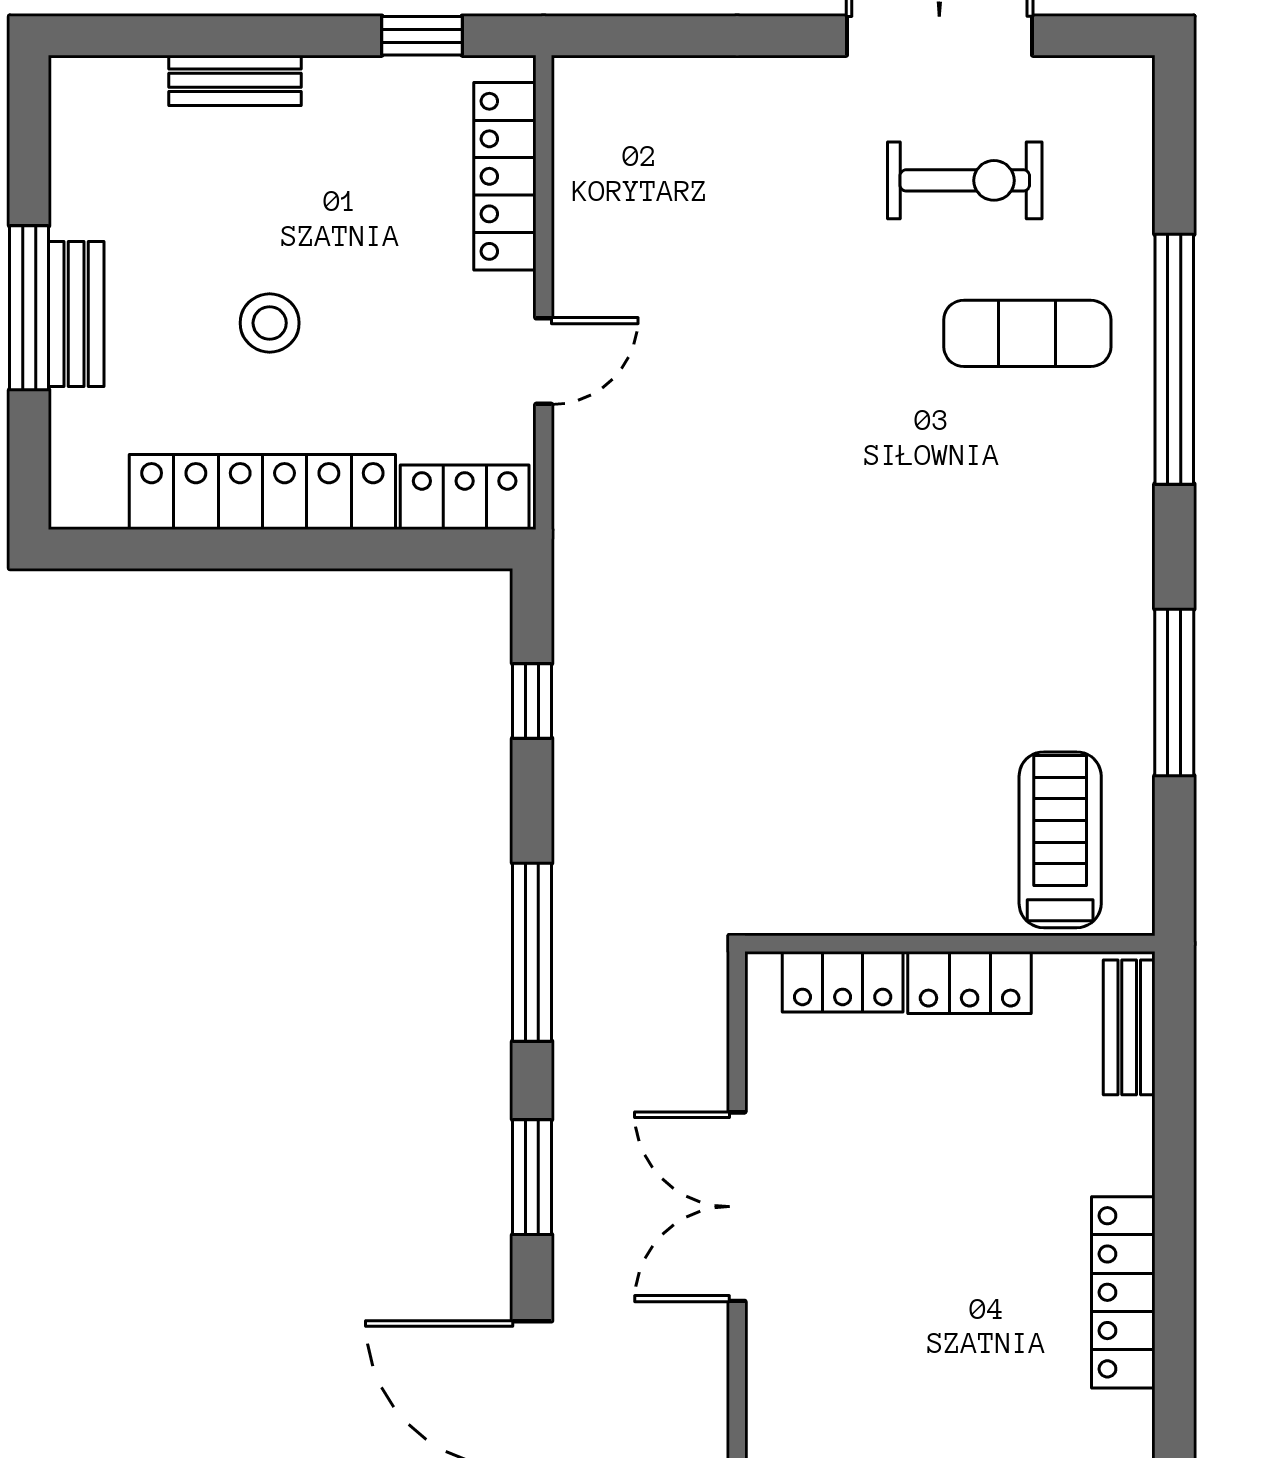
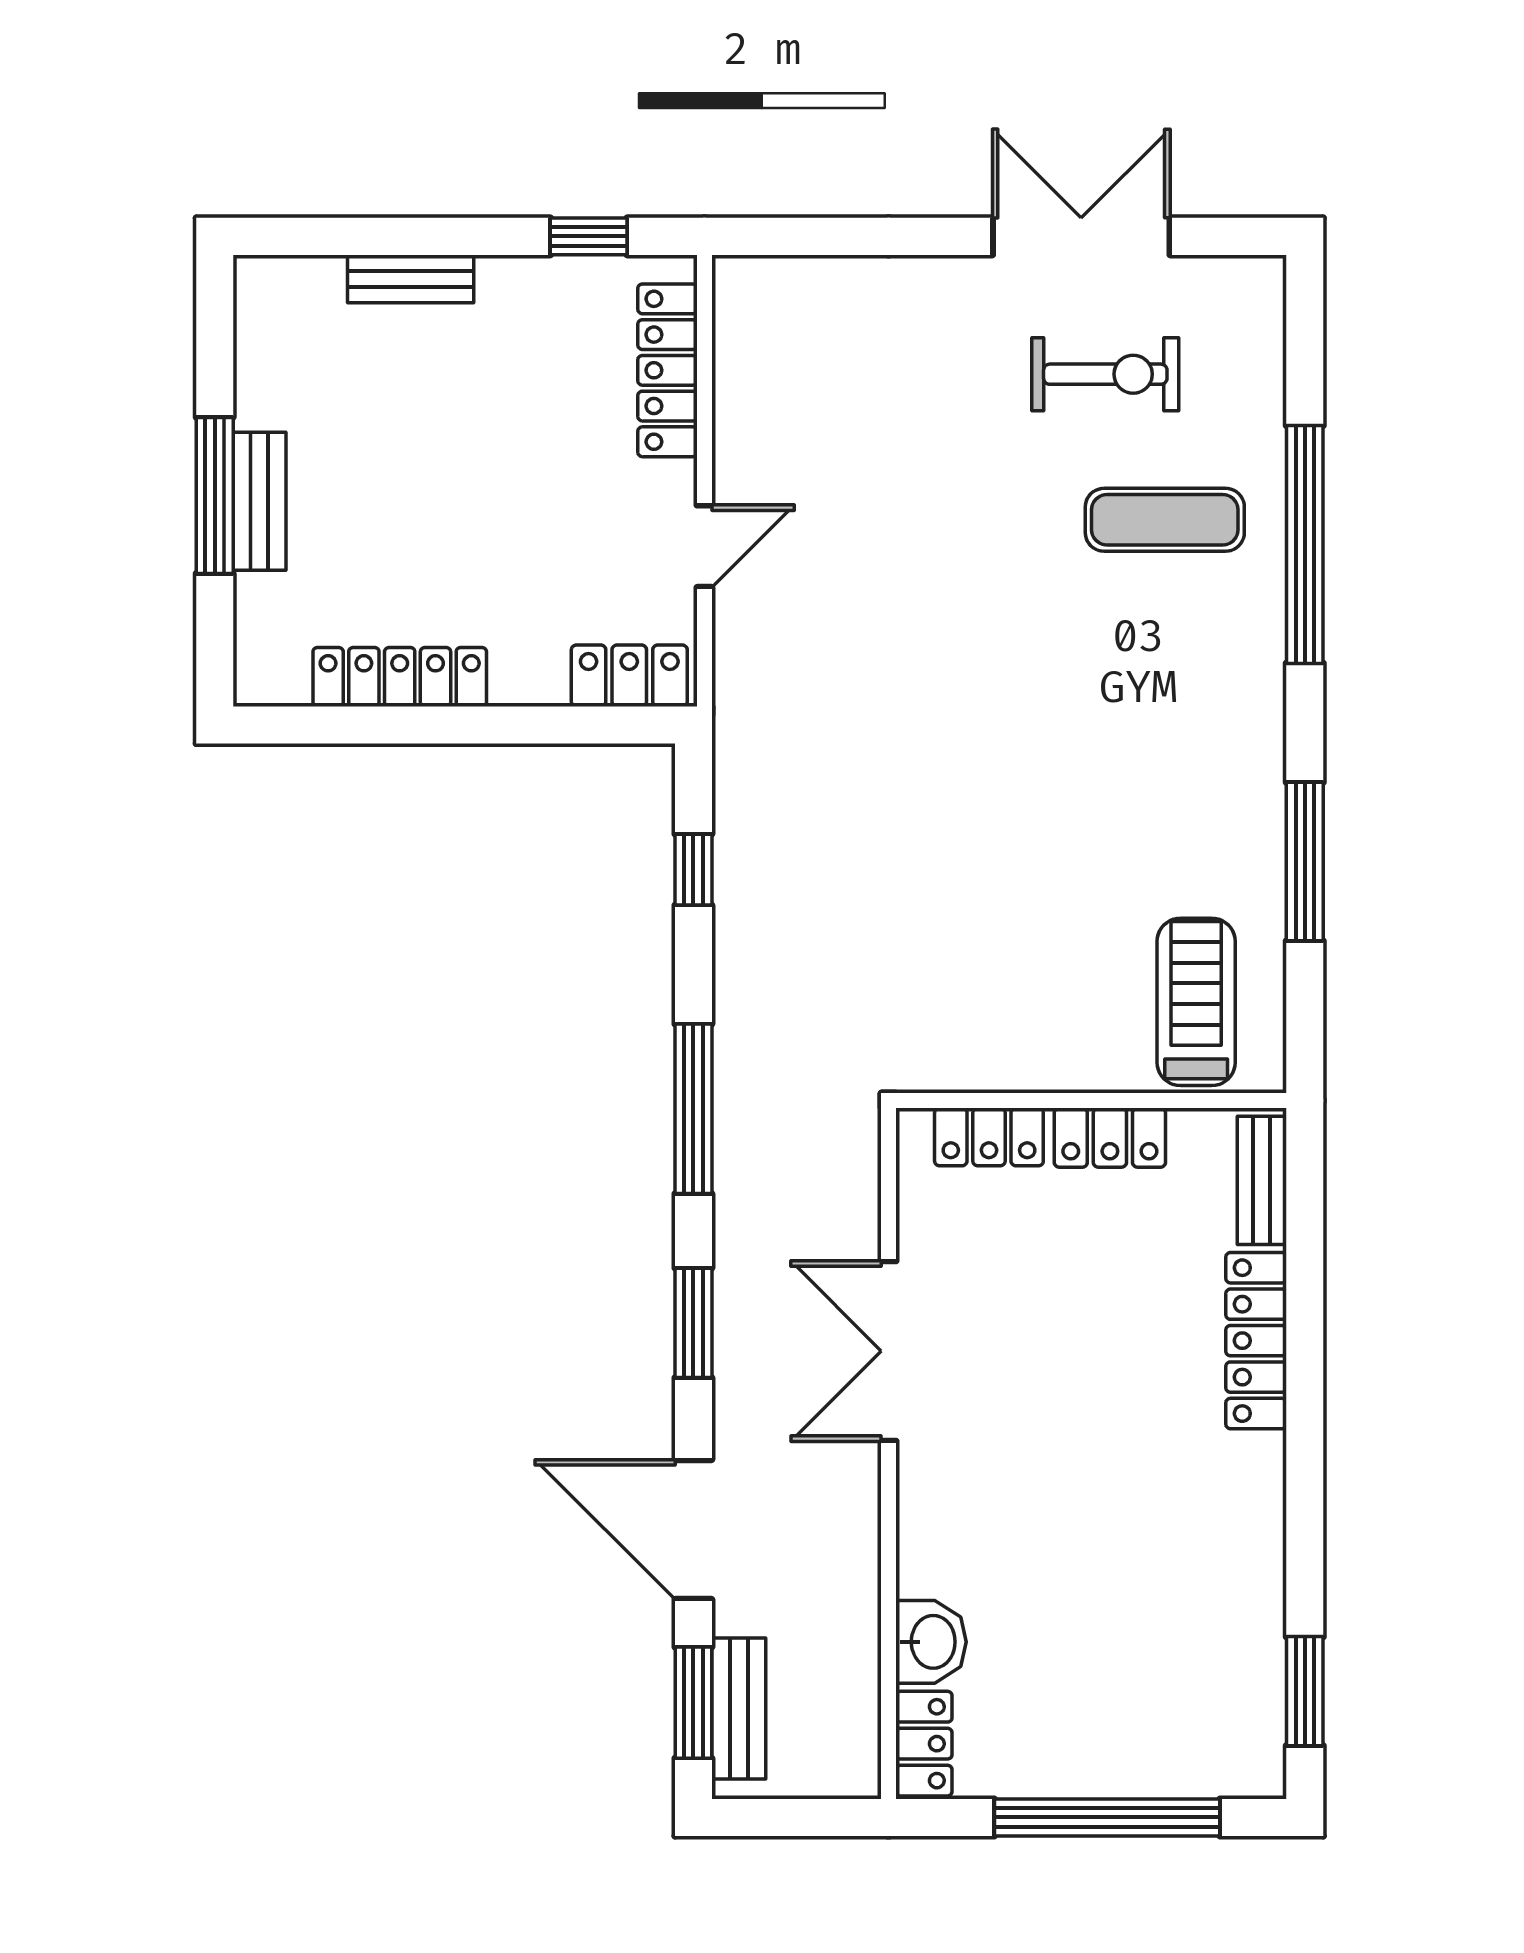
stool: (270, 323) -> (444, 510), removed
locker: (262, 492) -> (400, 677), width x0.71, depth x0.83
locker: (1123, 1292) -> (1256, 1341), moved

